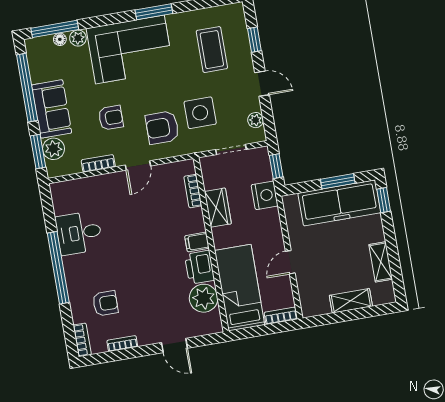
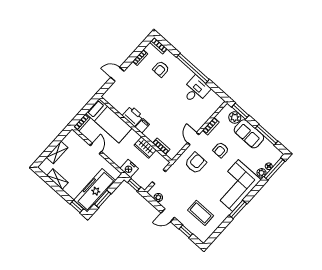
window: (27, 88) -> (267, 135), width x0.68
side table: (200, 113) -> (184, 182), removed
plant: (204, 298) -> (121, 104), removed

